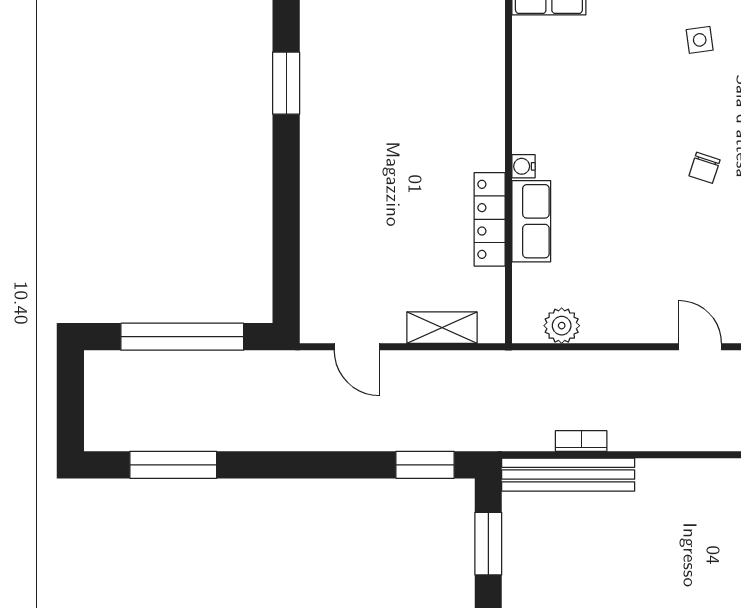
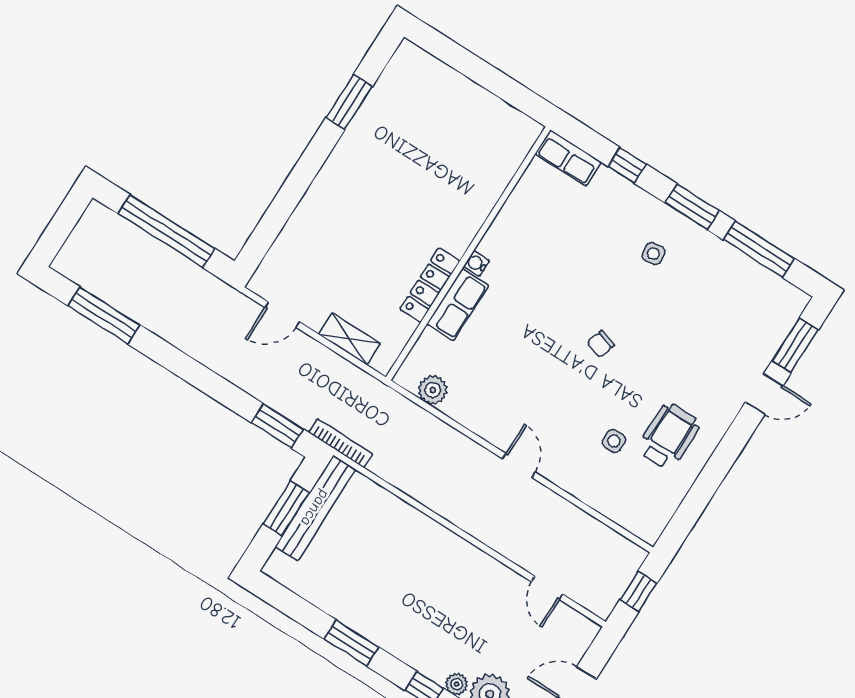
door: (357, 347) -> (282, 315), hinge flipped
bookcase: (581, 441) -> (341, 443), moved, width x1.56
bench: (568, 475) -> (315, 508), moved, turned 90

